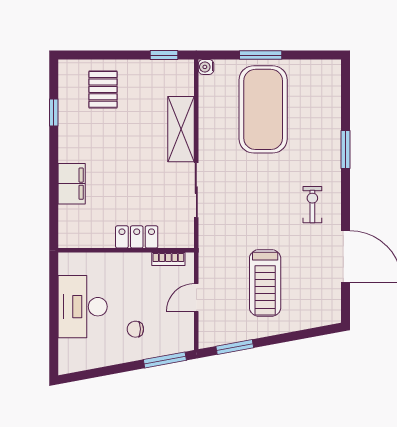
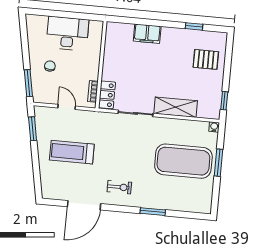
locker: (137, 237) -> (107, 95), moved

